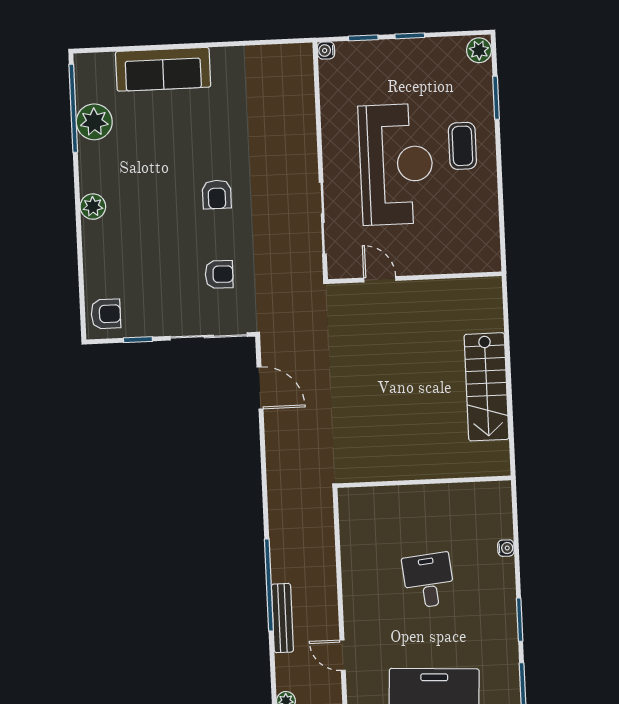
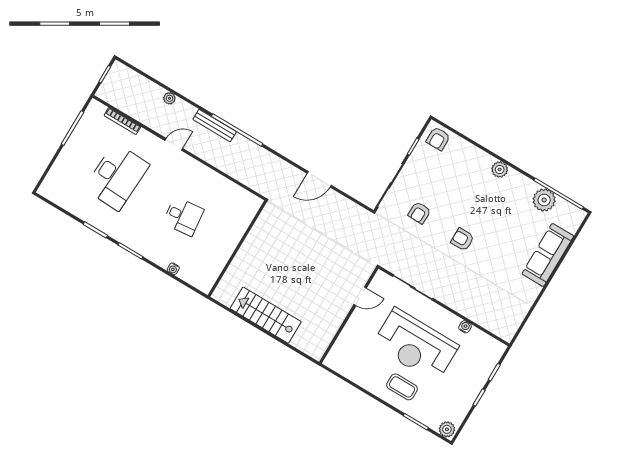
water cooler: (326, 50) -> (465, 327), moved
door: (260, 388) -> (319, 179), moved

